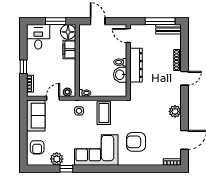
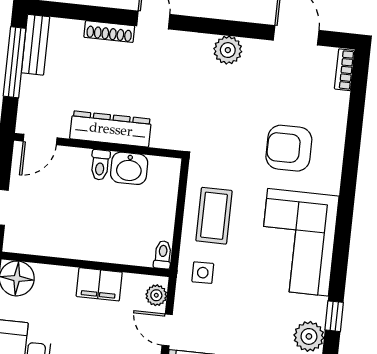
filing cabinet: (69, 50) -> (99, 284), moved
coffee table: (104, 113) -> (214, 216), turned 90
armchair: (136, 142) -> (289, 148), turned 90

